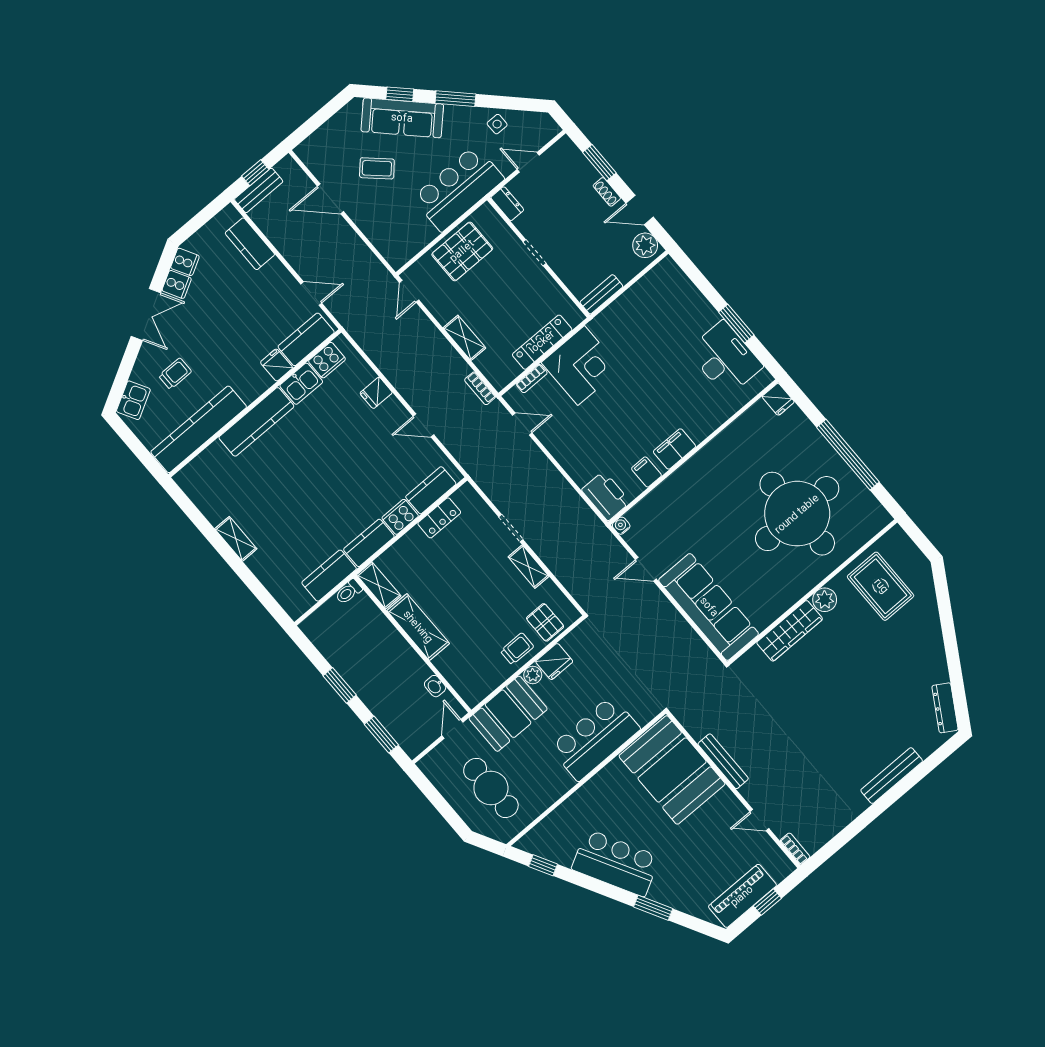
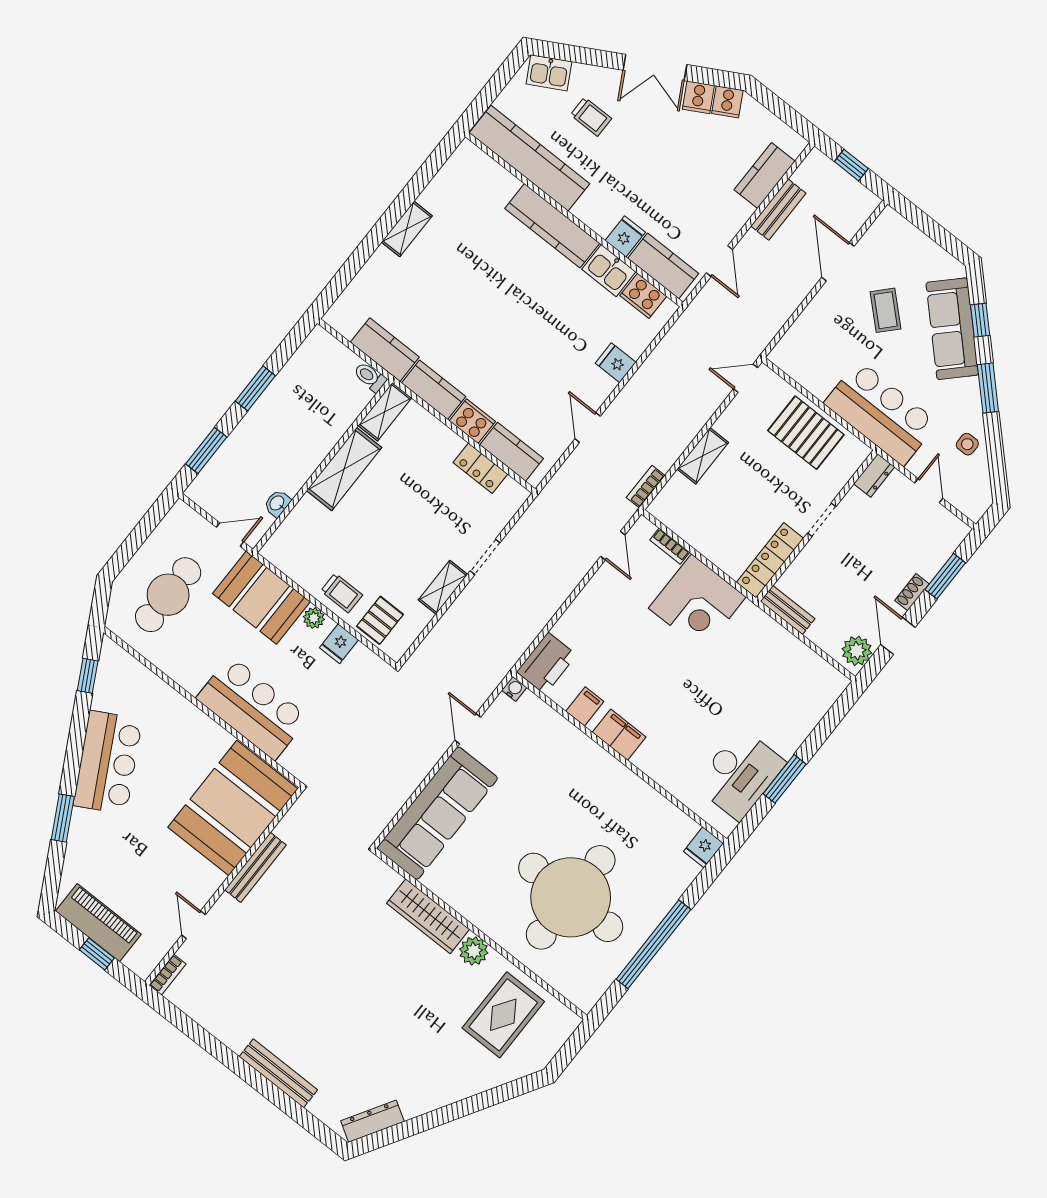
bench: (259, 190) -> (778, 210), moved, turned 90
locker: (542, 342) -> (770, 560), moved, turned -90
fridge: (554, 662) -> (339, 644), width x0.72

